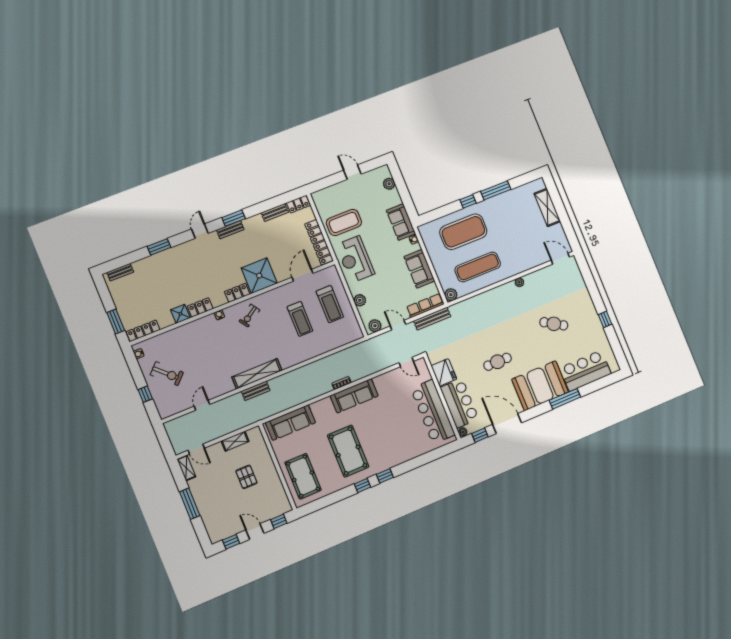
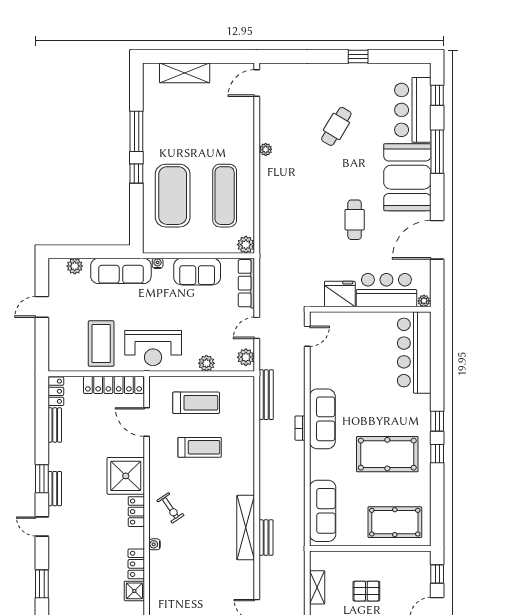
sofa: (401, 222) -> (121, 271), width x1.36
bench: (432, 319) -> (266, 395), moved
bar counter: (433, 412) -> (414, 352), moved, turned 90
window: (480, 435) -> (437, 95), moved

